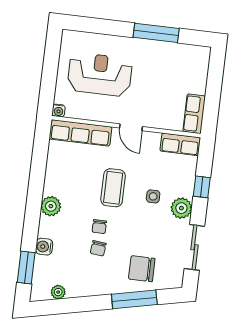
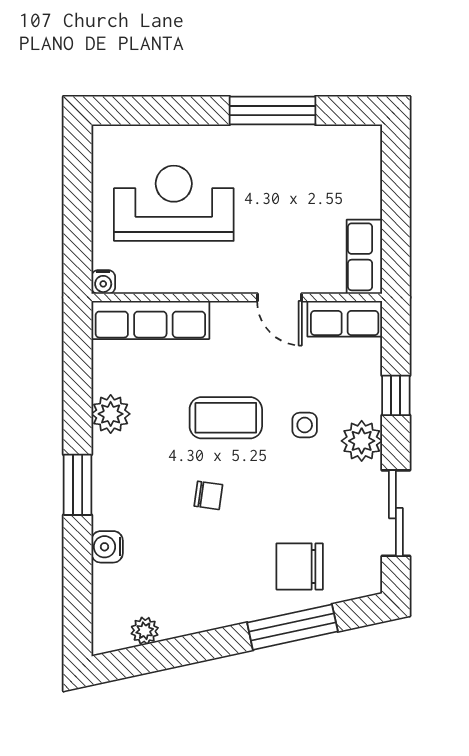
door: (131, 127) -> (279, 297), moved
coffee table: (113, 188) -> (226, 418), turned 90
plant: (51, 206) -> (111, 414), moved
chair: (99, 227) -> (208, 495), turned -82
chair: (98, 248) -> (211, 537), removed
window: (26, 268) -> (77, 485), moved

